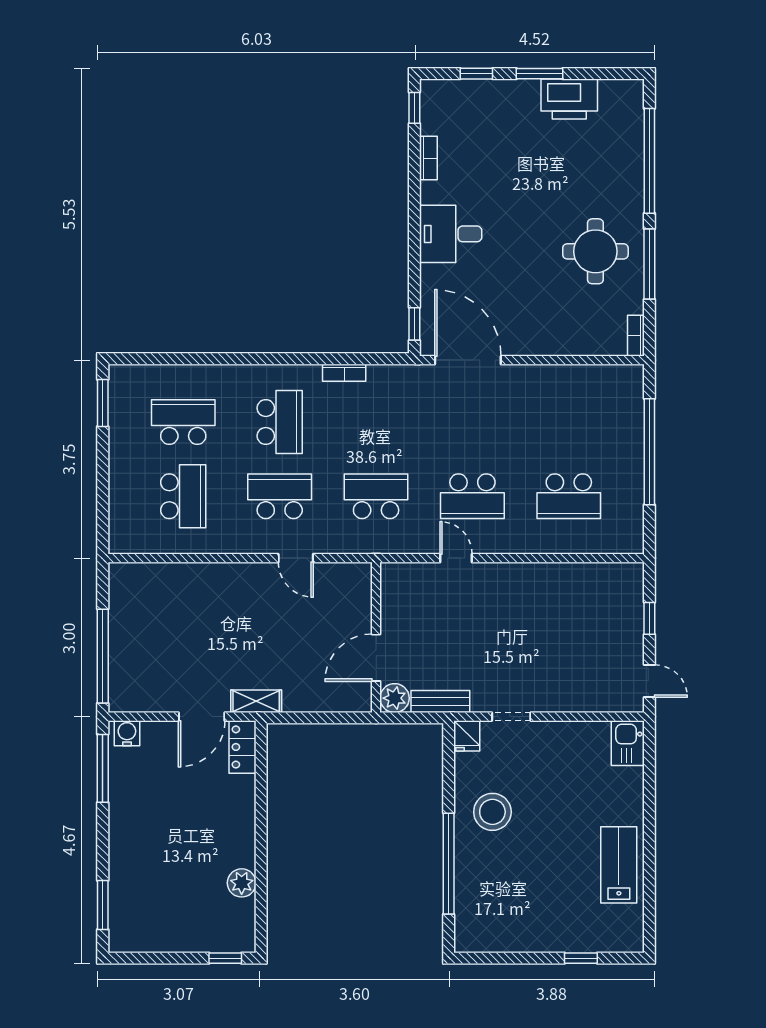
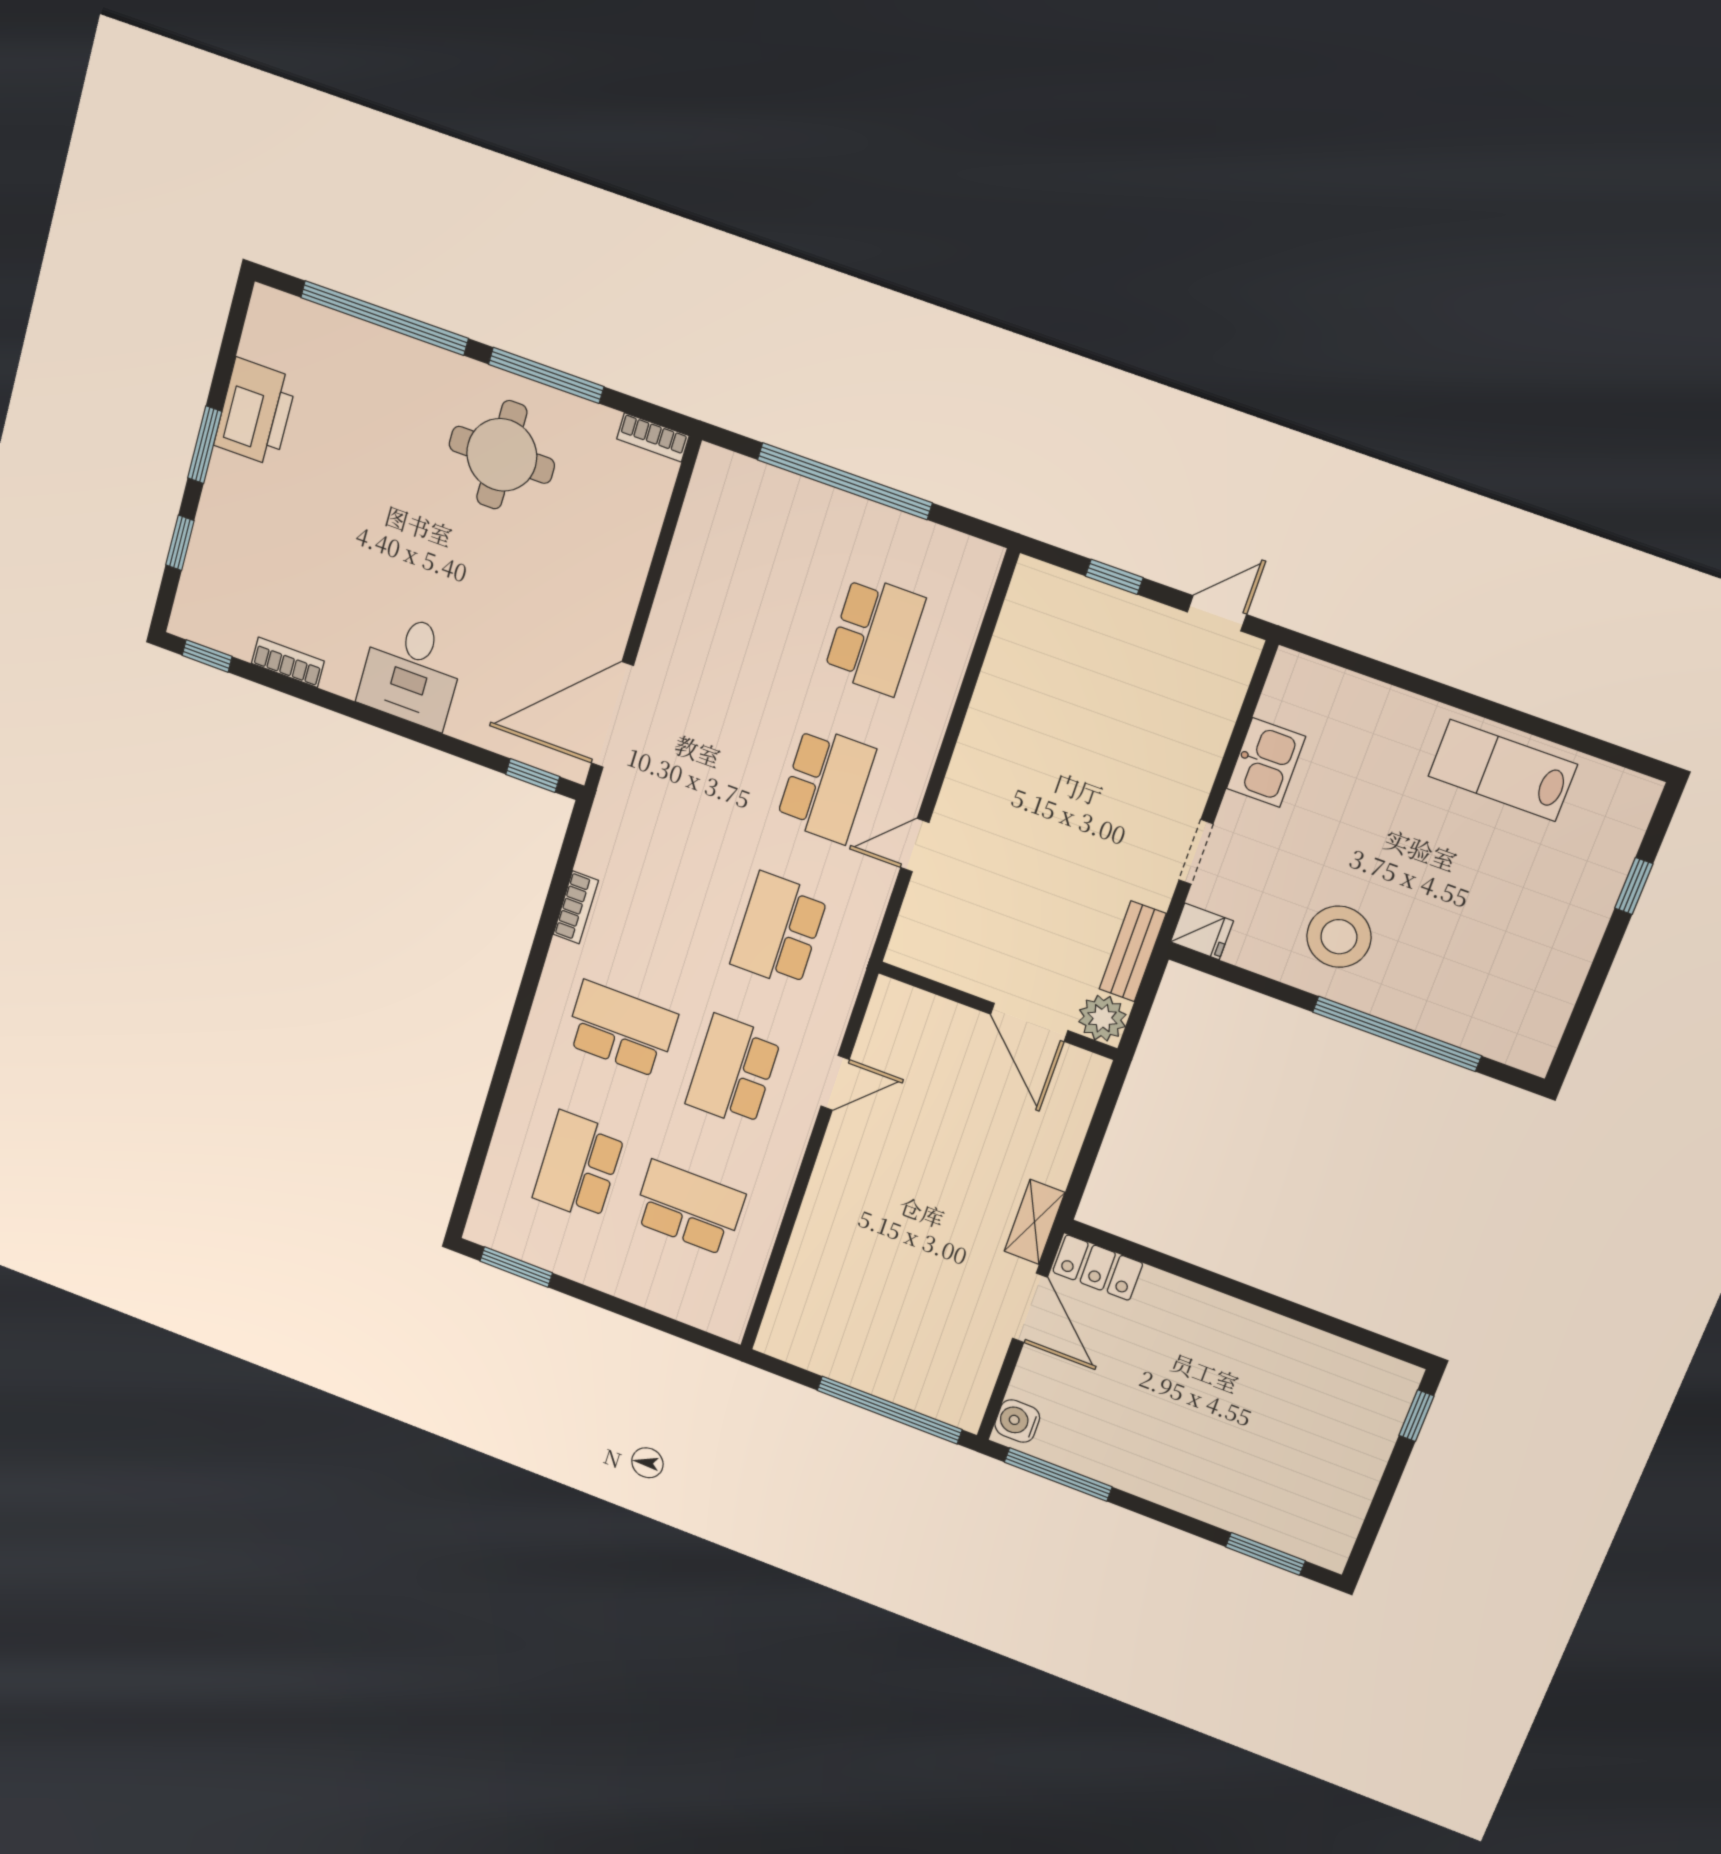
kitchen sink: (628, 743) -> (1266, 763), moved, turned -90
plant: (242, 883) -> (1308, 1348), removed

